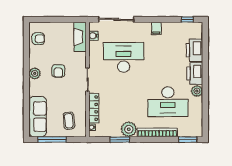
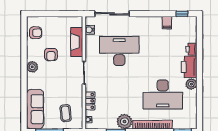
filing cabinet: (156, 28) -> (167, 23), moved
fireplace: (80, 37) -> (77, 42), moved
printer: (194, 50) -> (191, 49), width x0.53, depth x0.68
armchair: (58, 71) -> (51, 54), moved
locker: (94, 108) -> (90, 101), width x0.66

